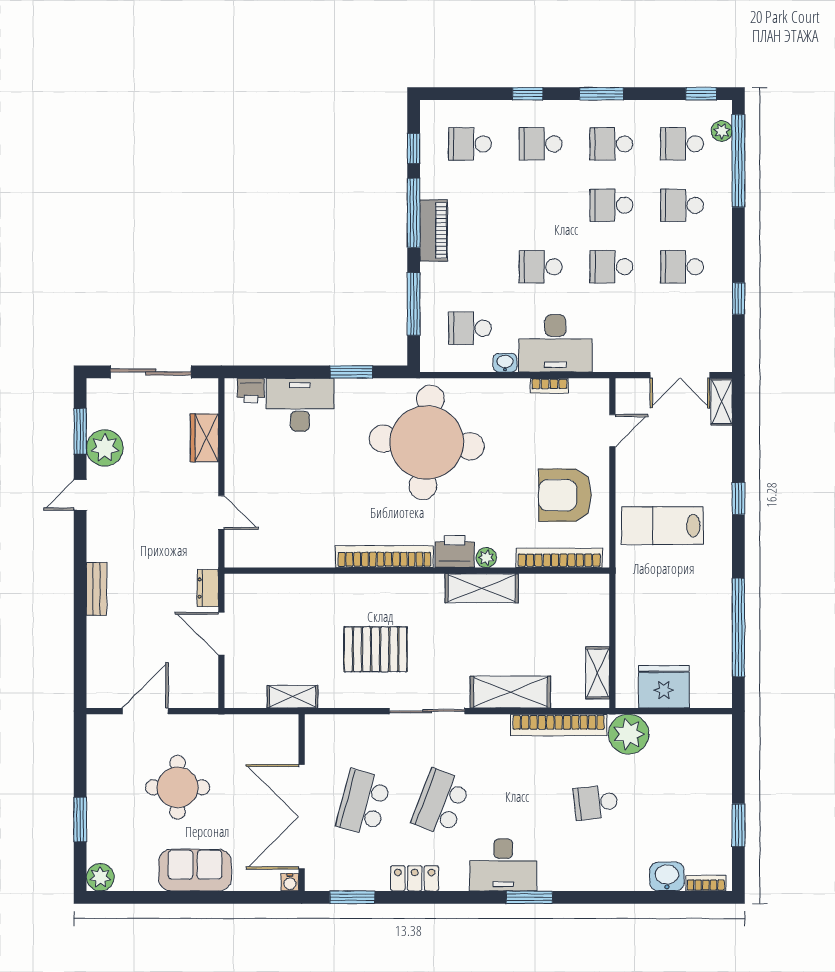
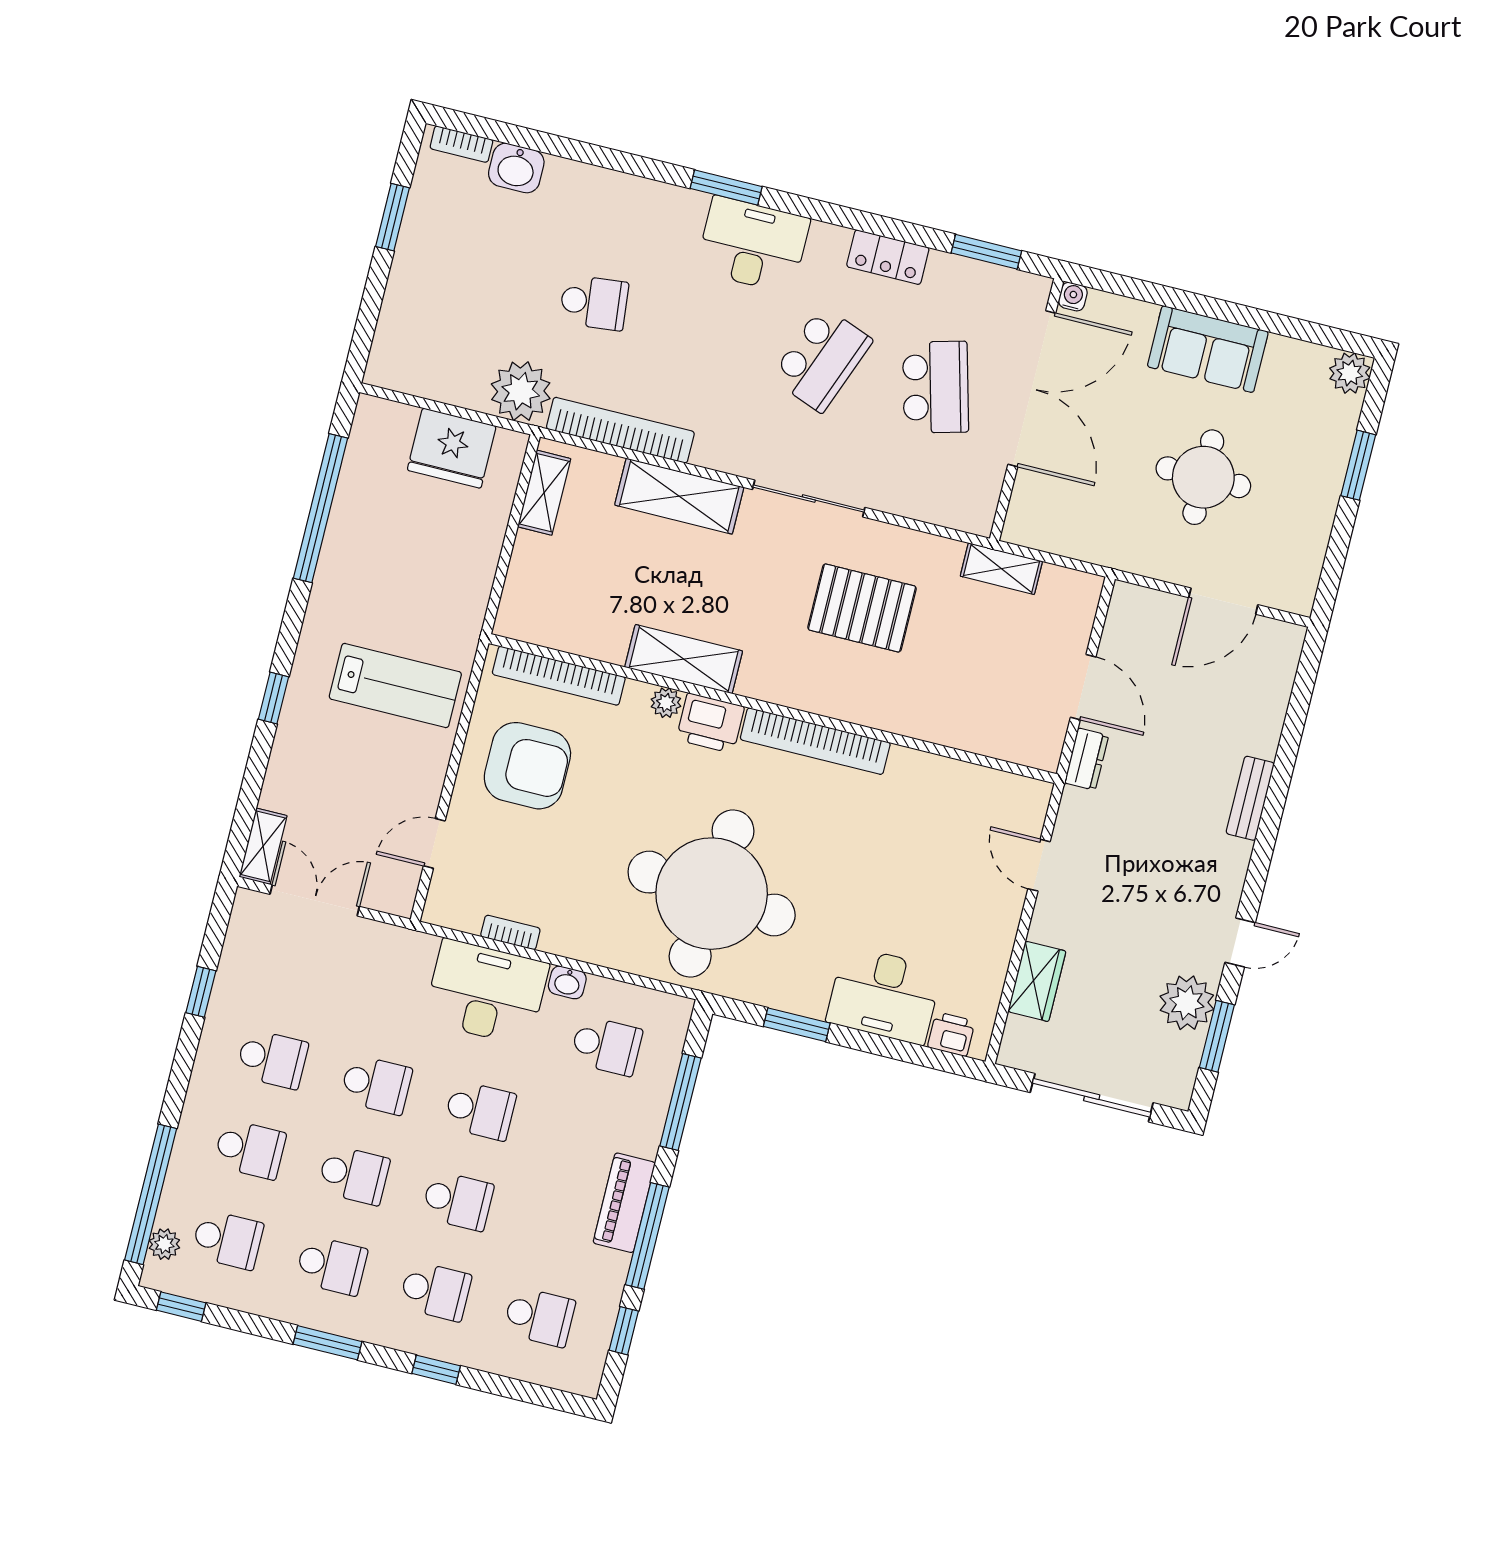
school desk: (541, 205) -> (458, 1201), added
school desk: (363, 803) -> (936, 387), turned -30

